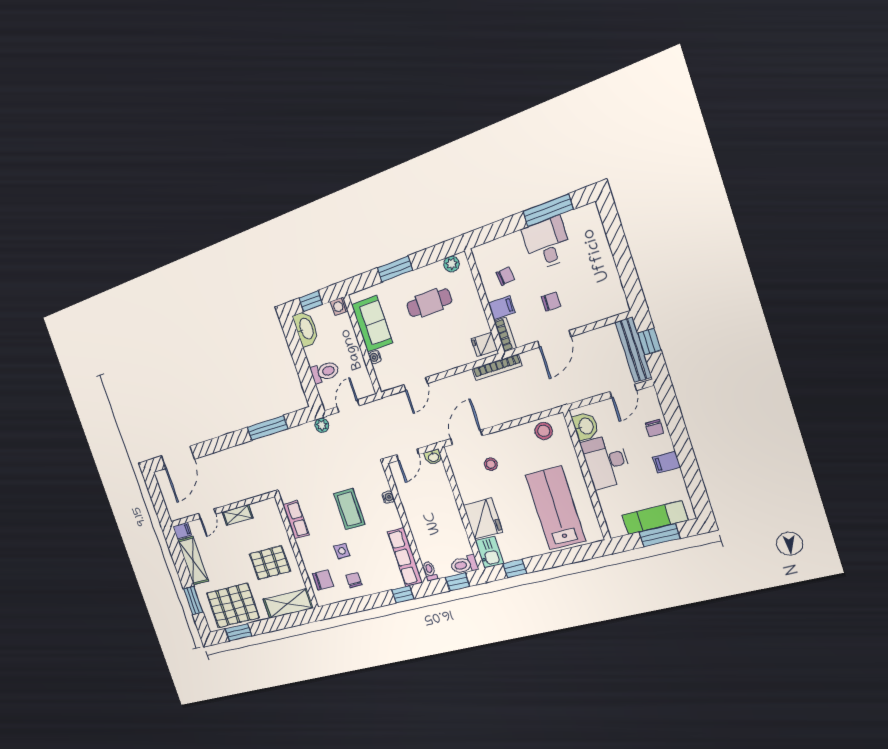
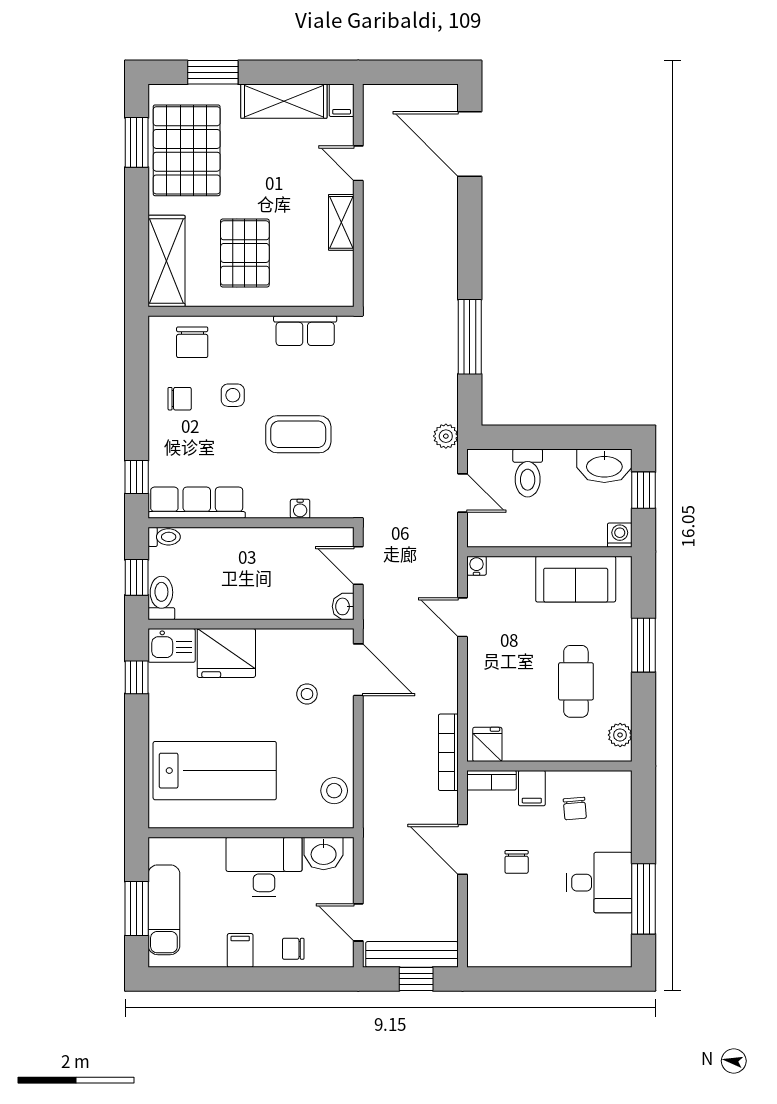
water cooler: (375, 357) -> (476, 566), moved

